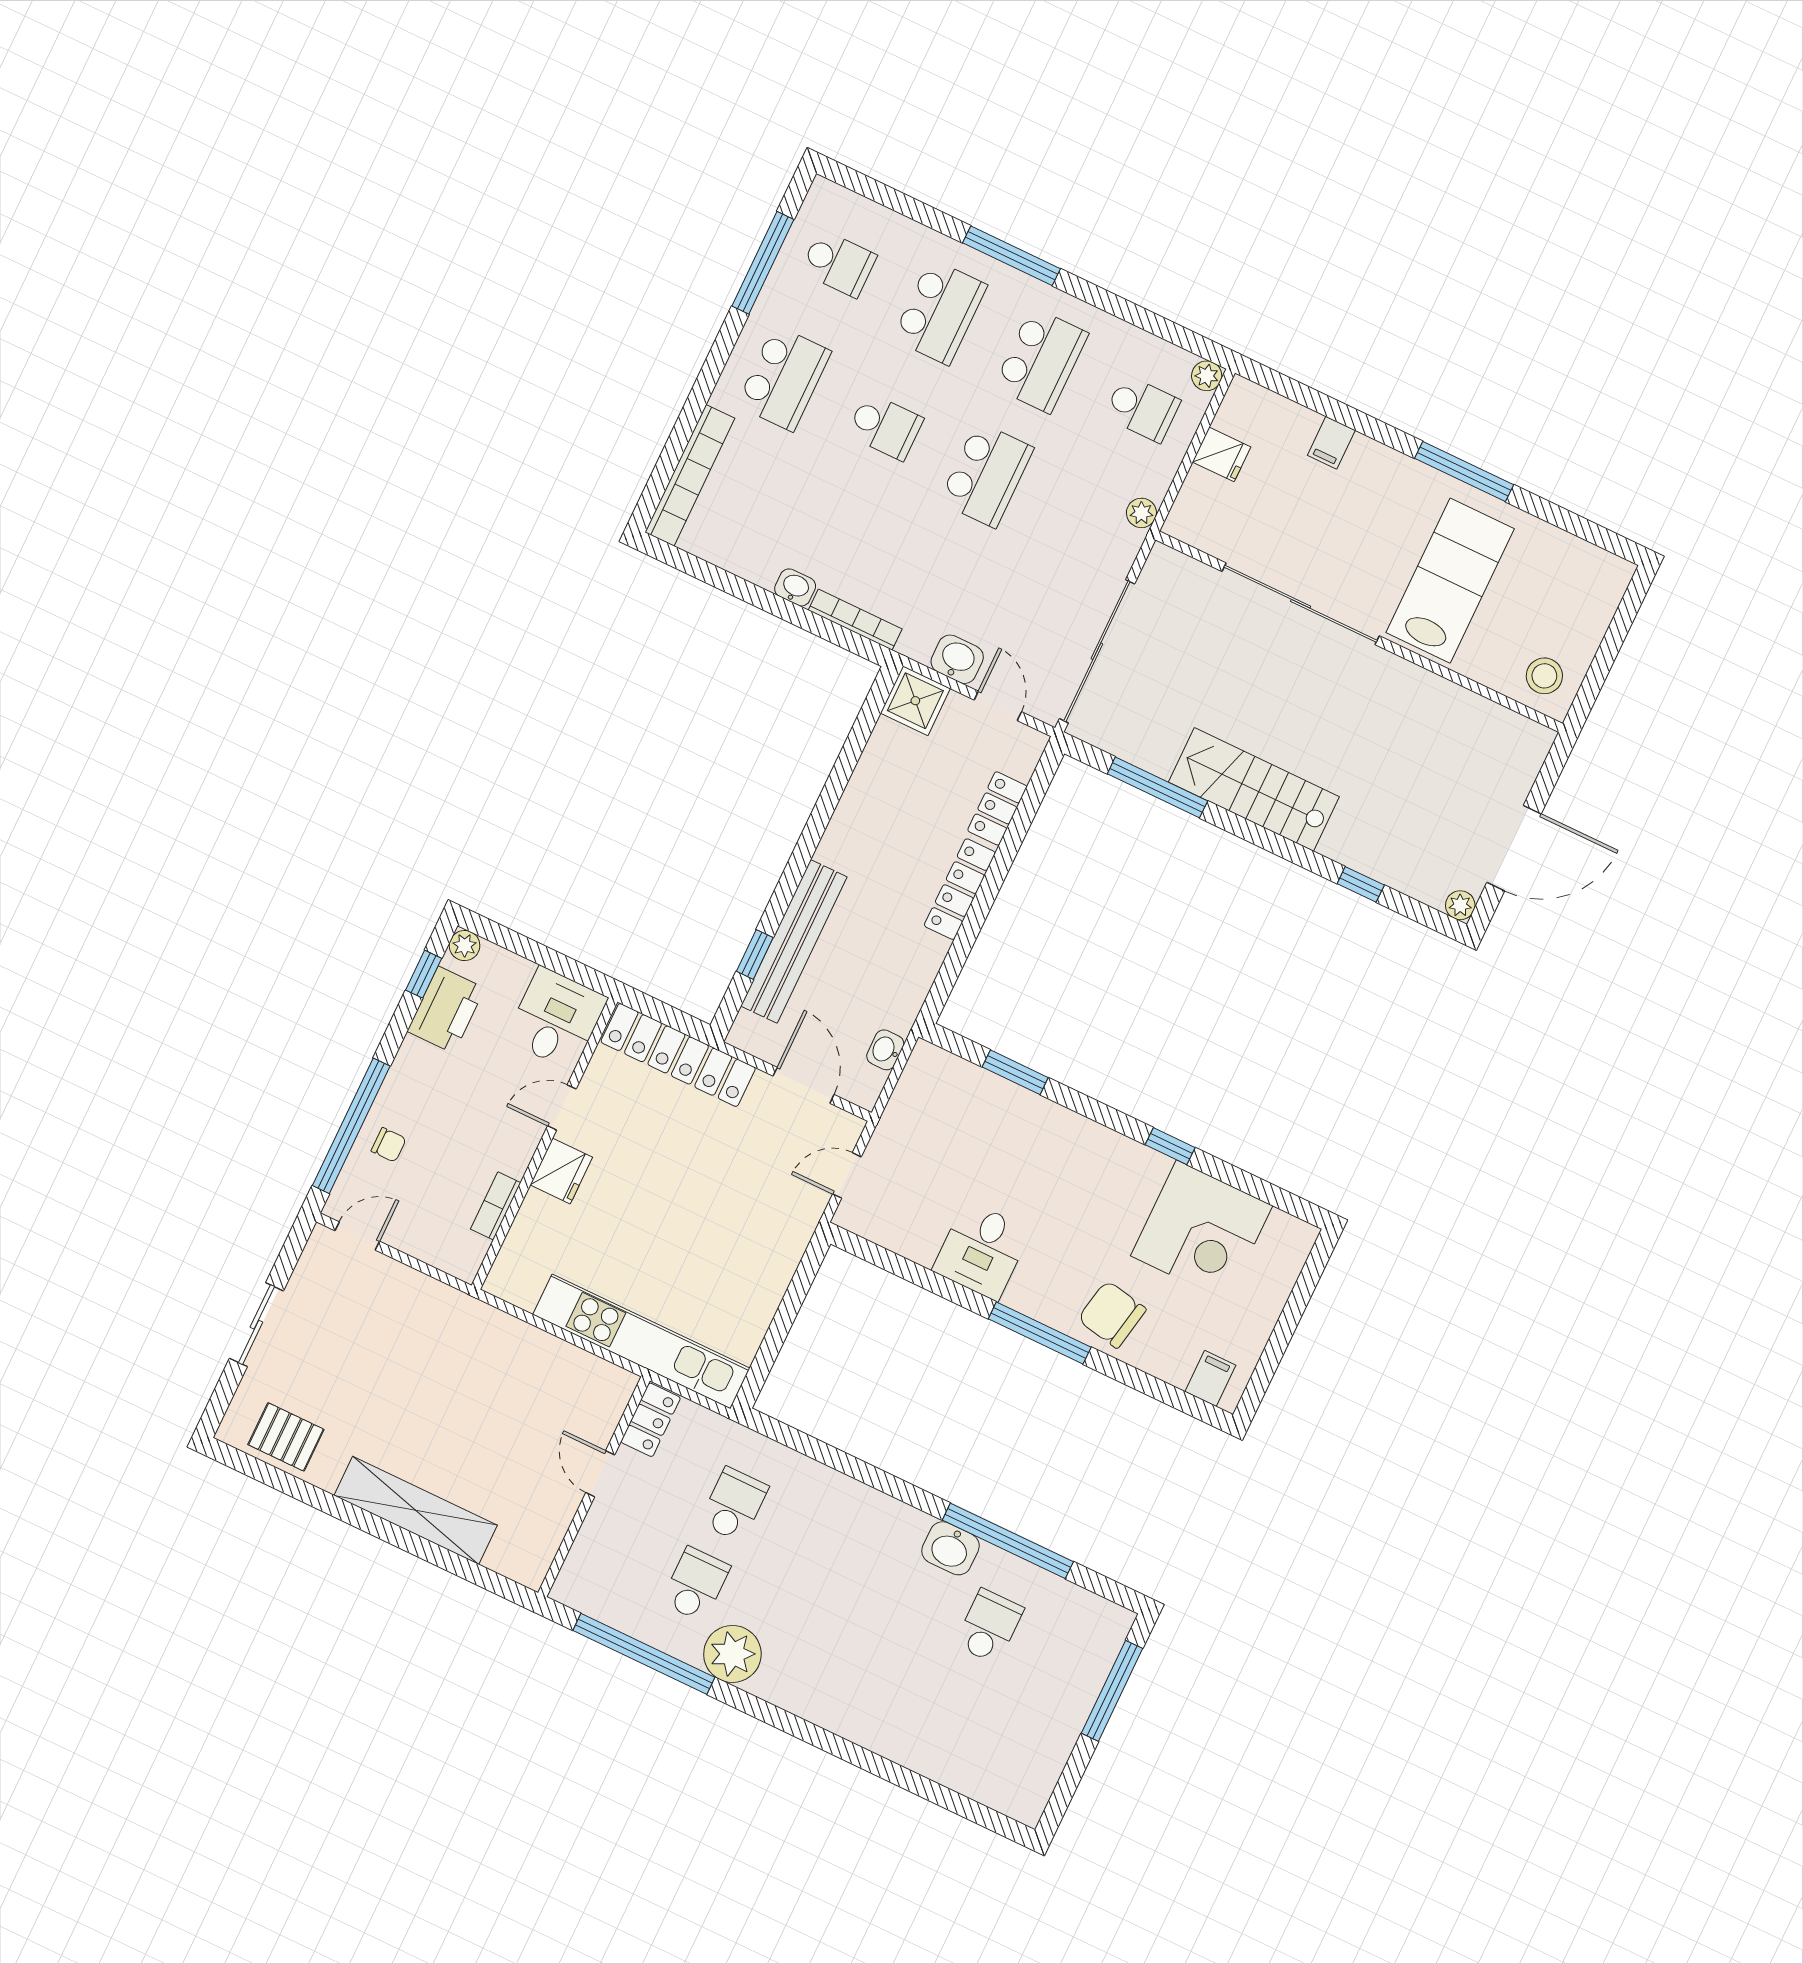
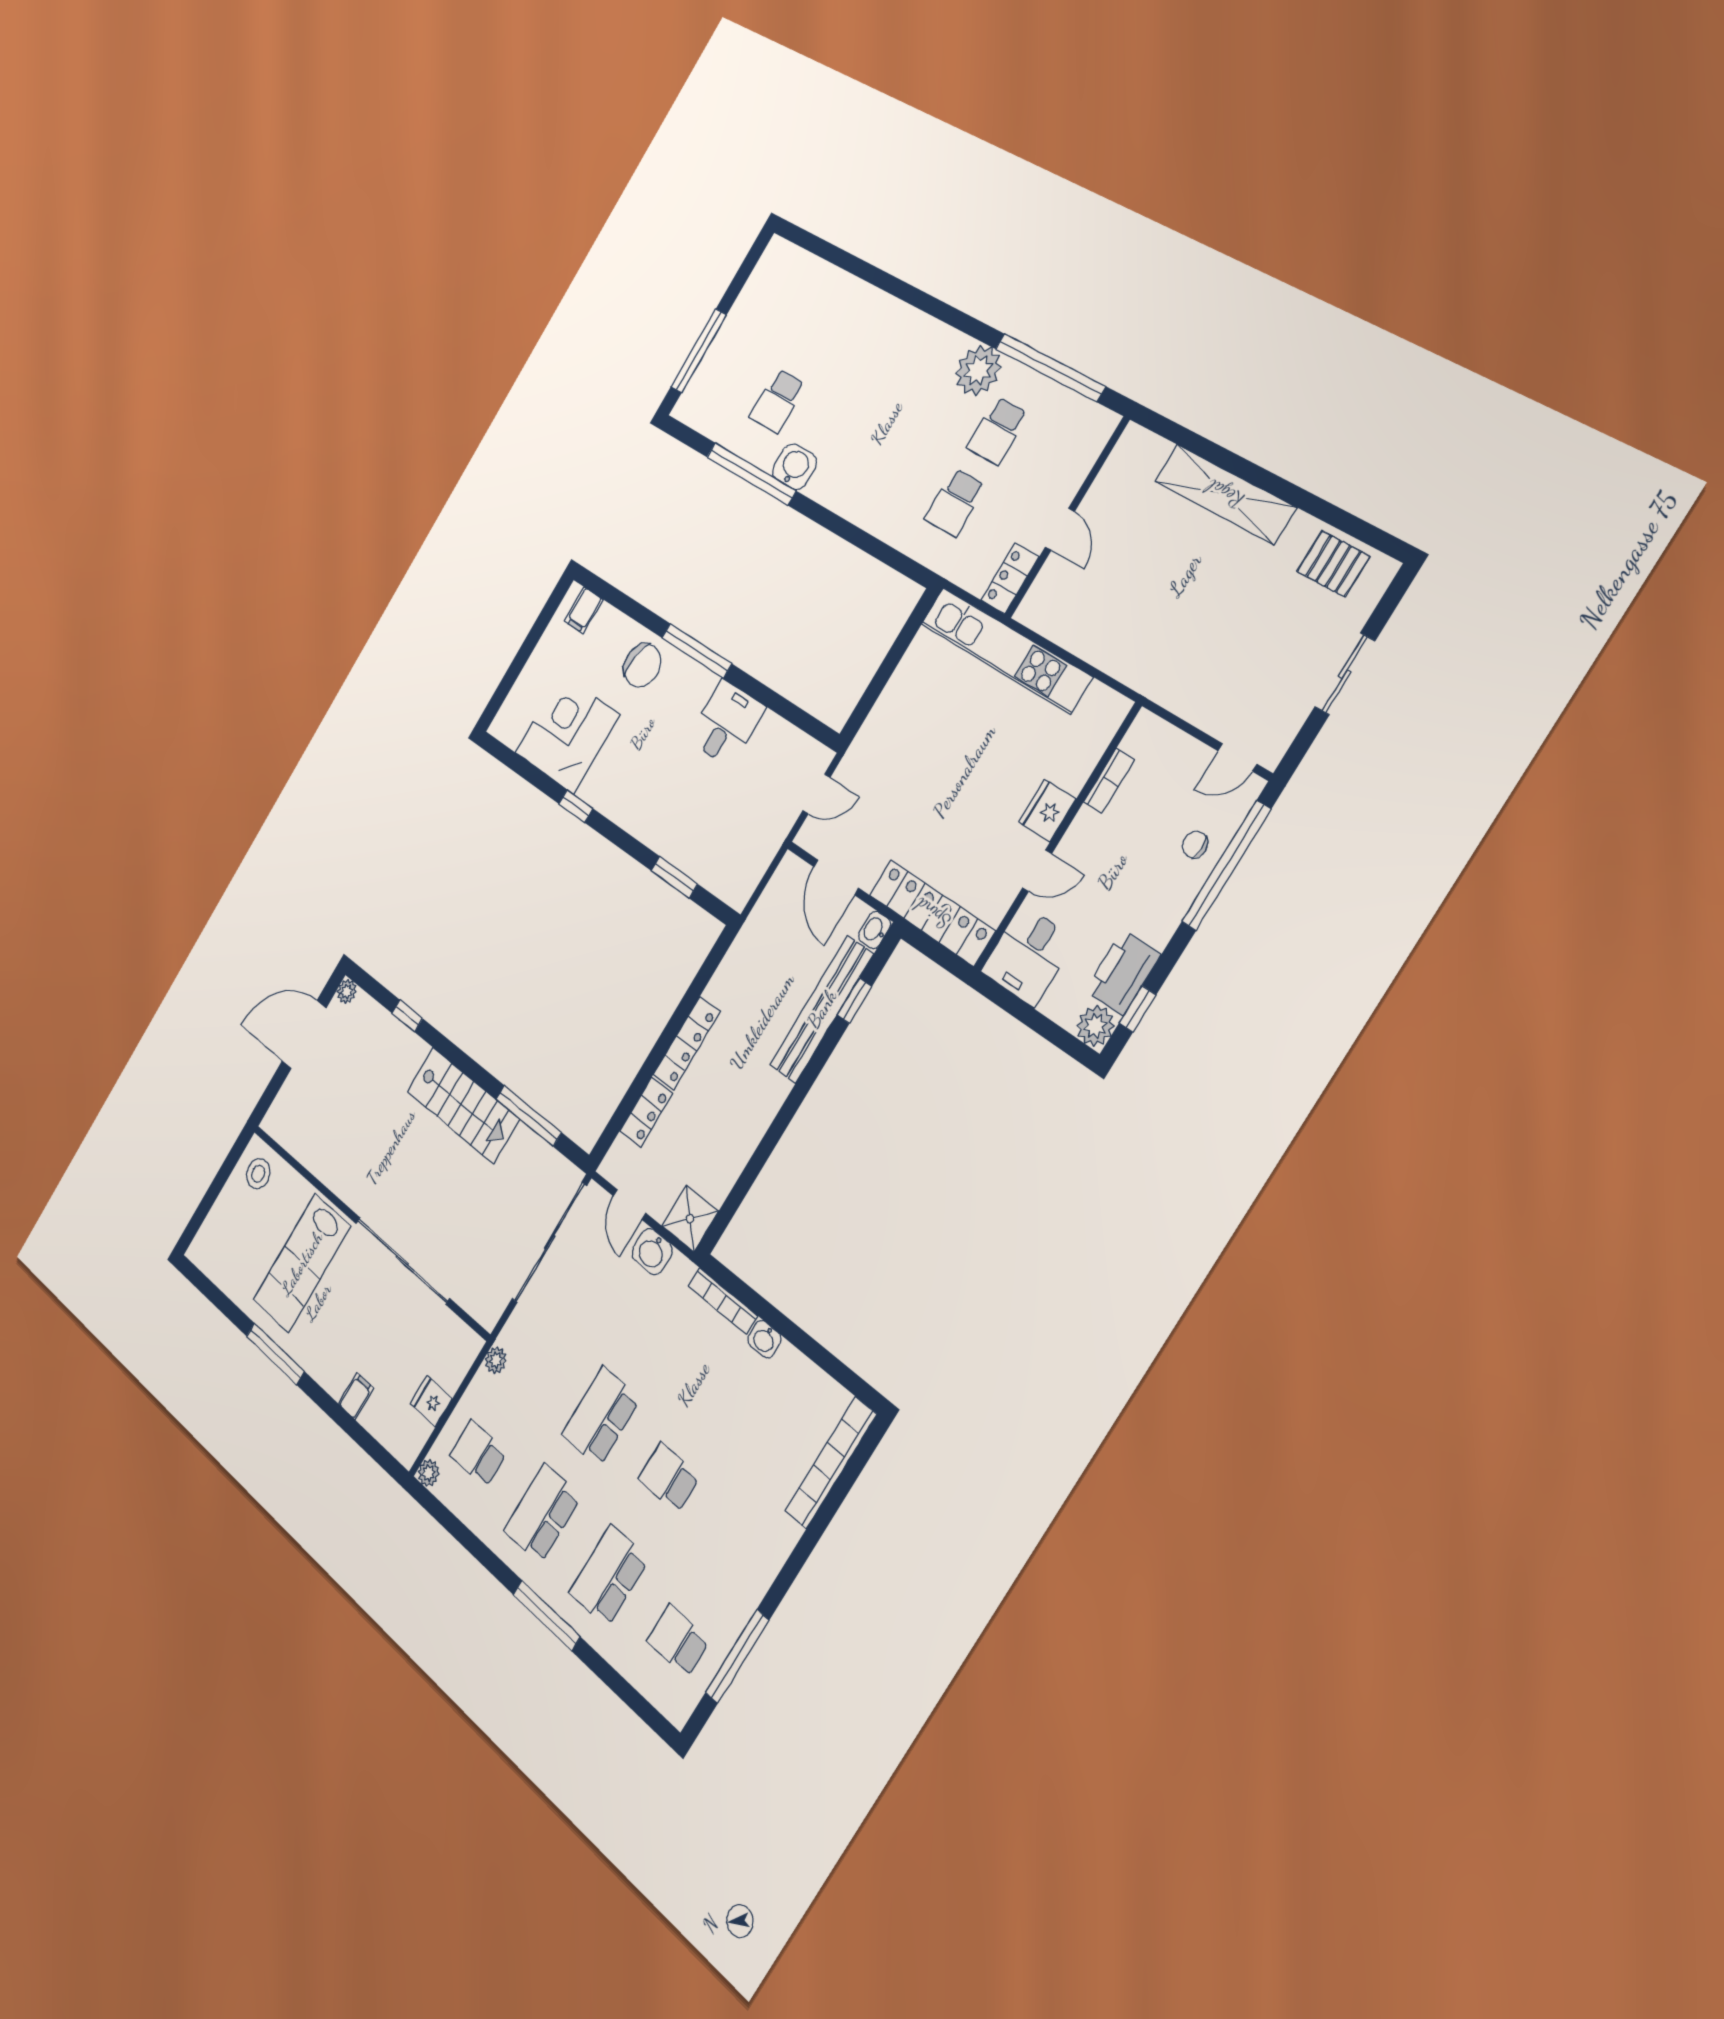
school desk: (784, 378) -> (740, 1541), removed
plant: (465, 945) -> (1095, 1026), width x1.38, depth x1.38
washbasin: (885, 1050) -> (874, 930), moved, turned 180

